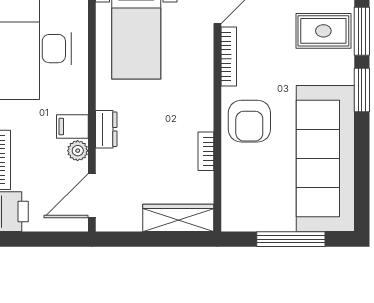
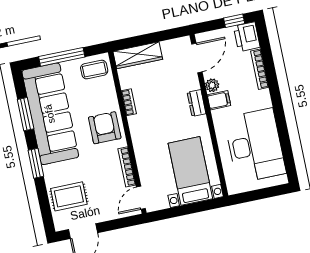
window: (362, 31) -> (26, 114), moved
coffee table: (247, 210) -> (94, 70), added
window: (25, 239) -> (234, 21), added

